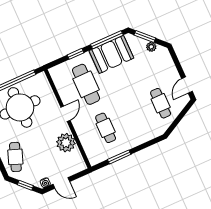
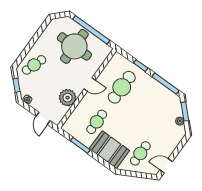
booth: (111, 54) -> (109, 150), moved
door: (61, 183) -> (43, 118), moved

